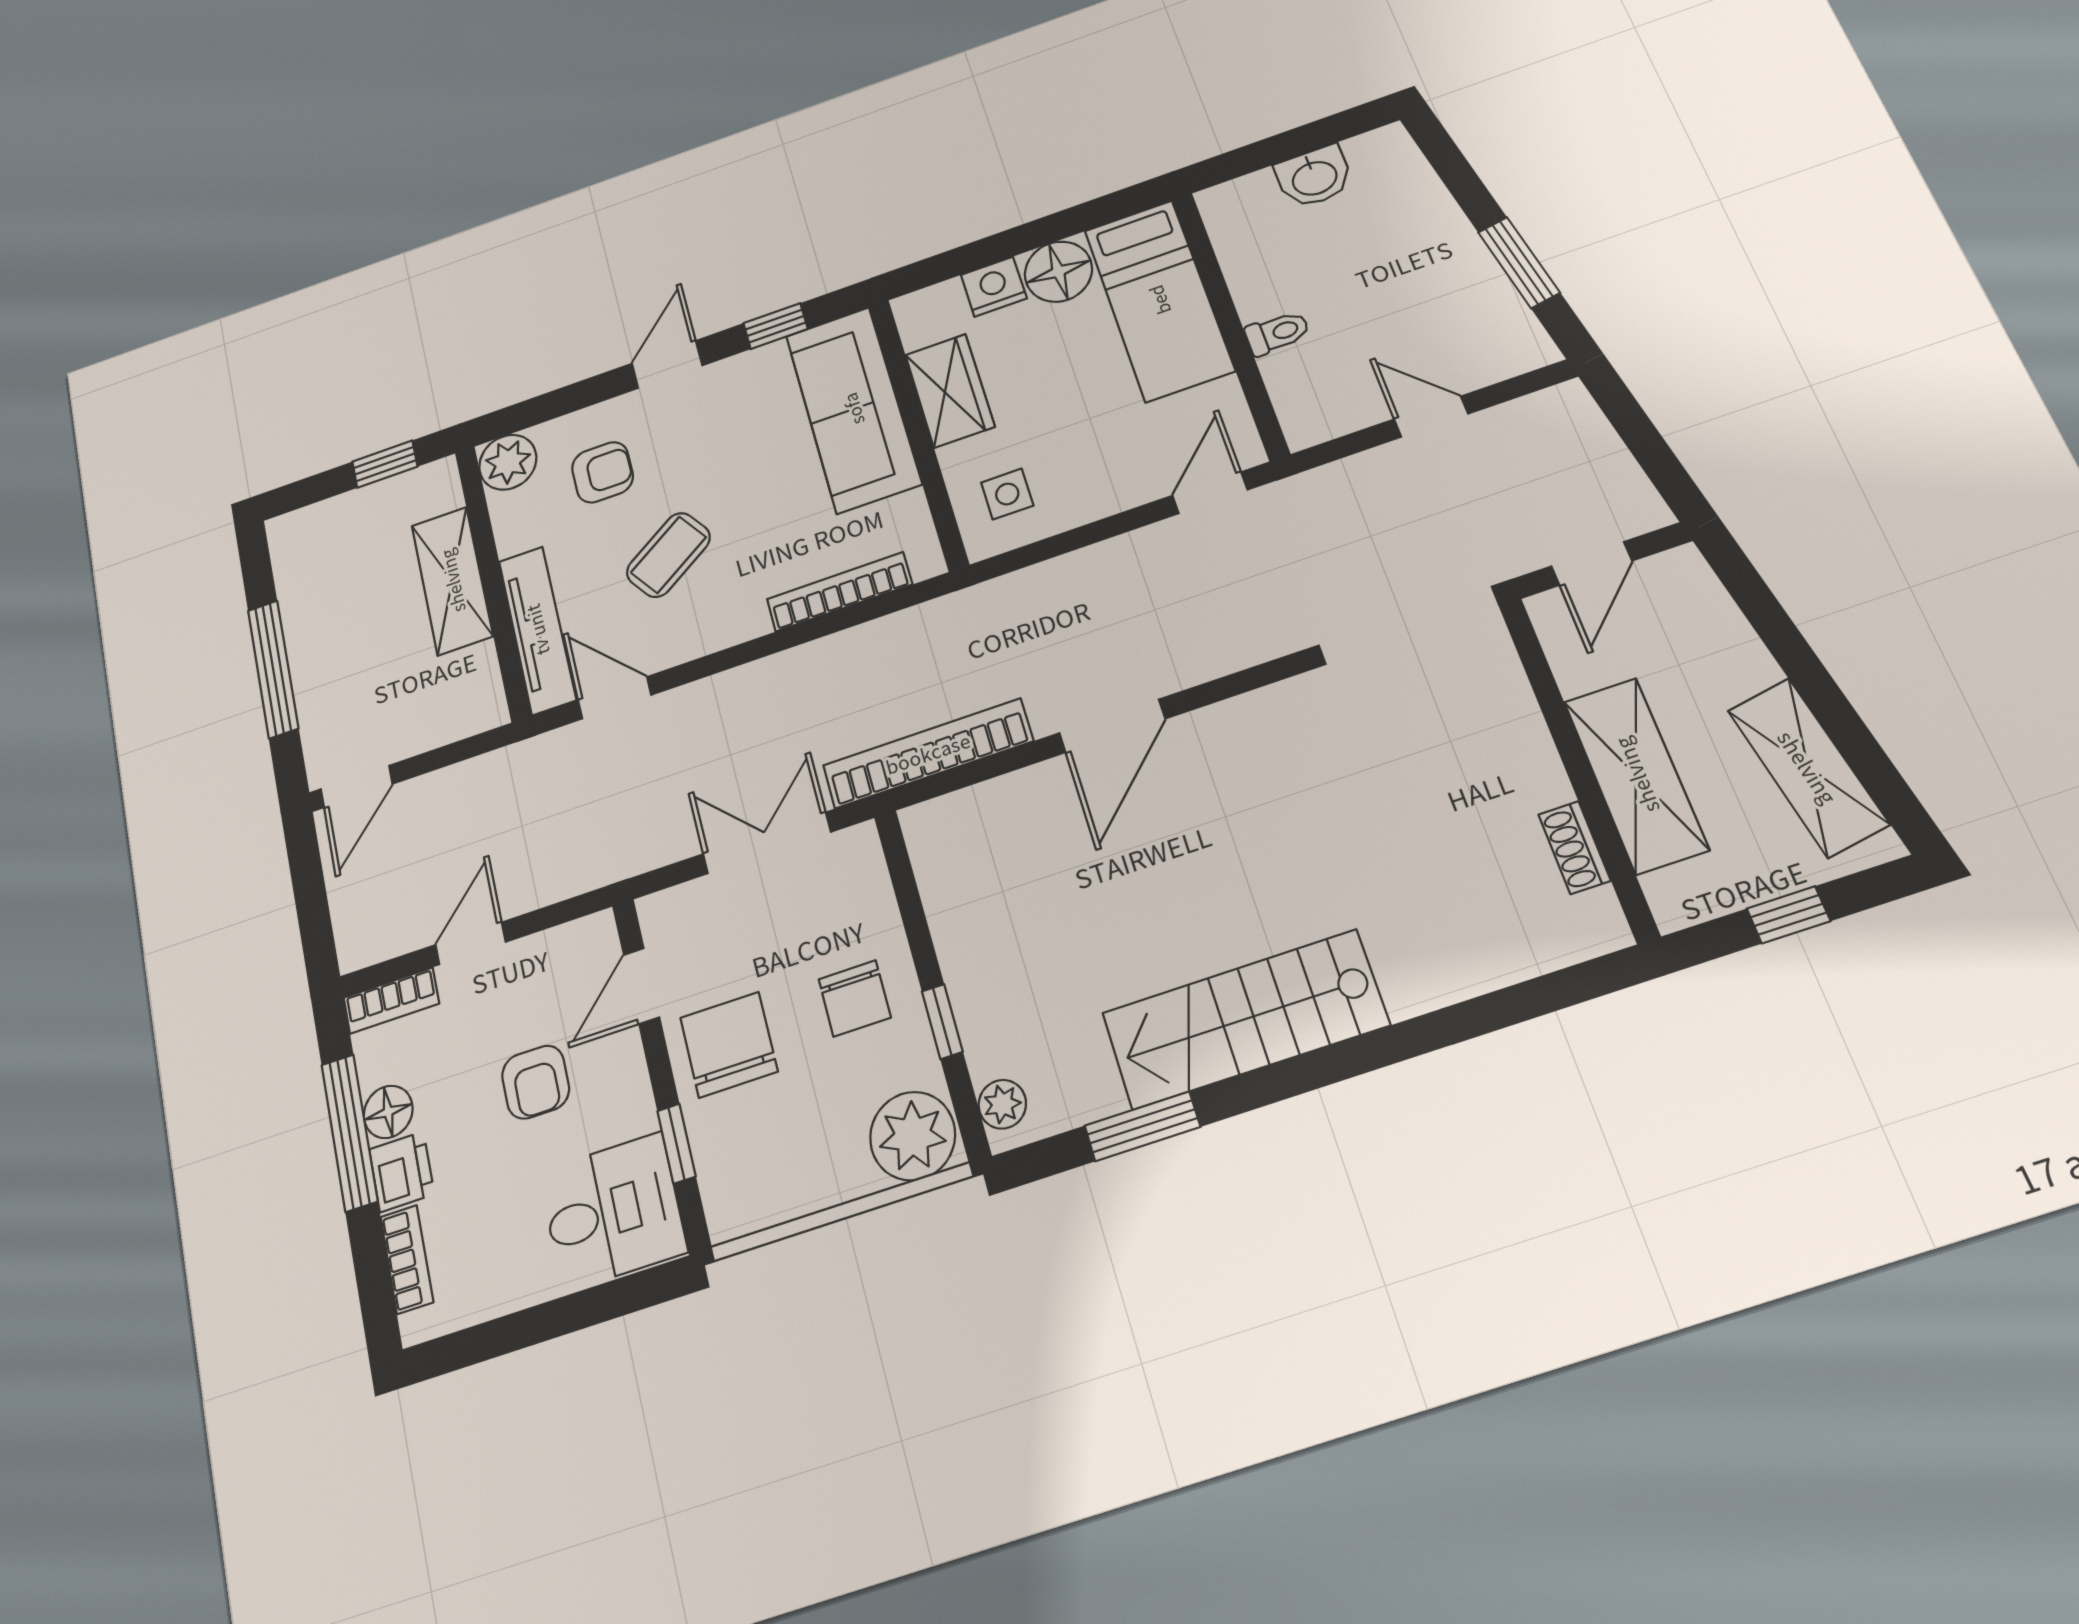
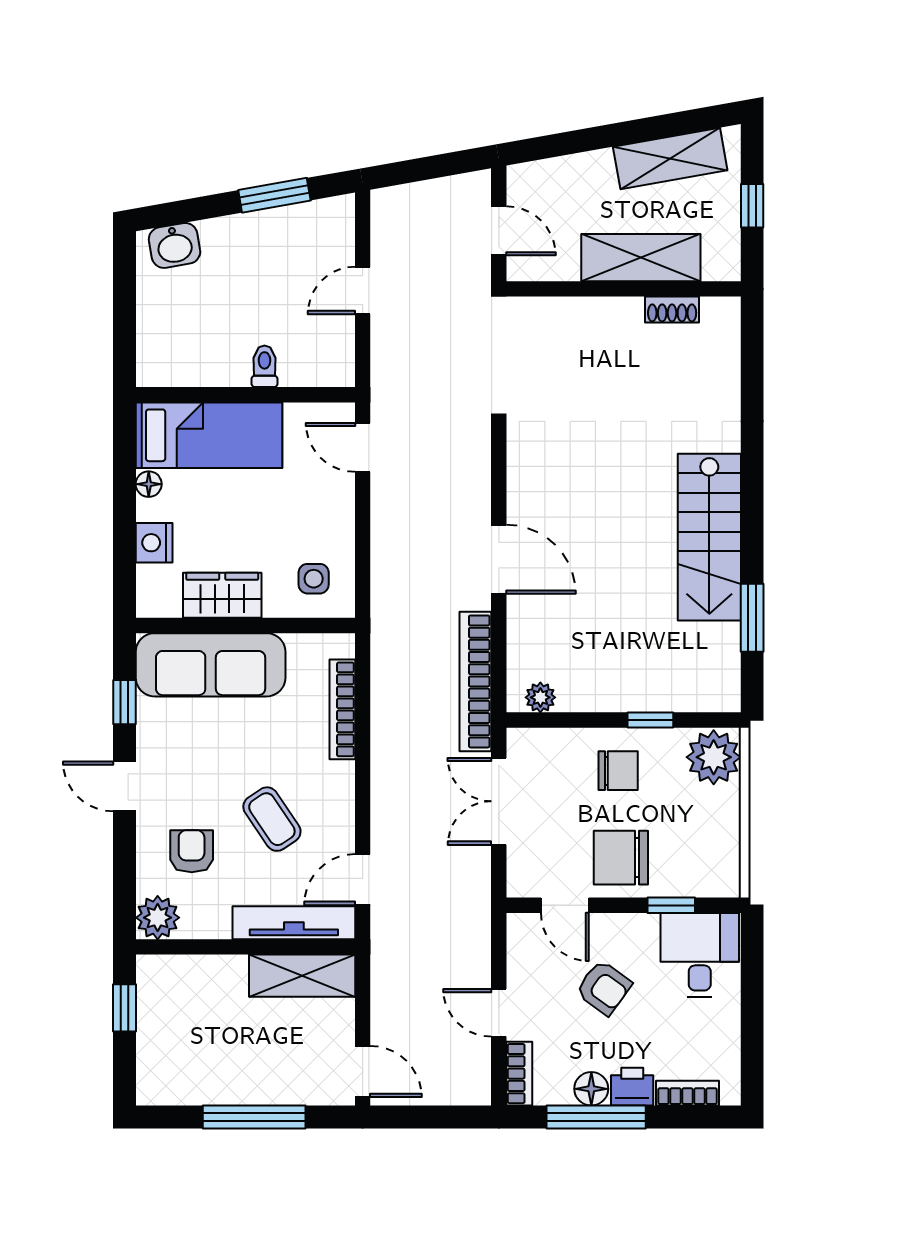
washbasin: (1314, 177) -> (175, 245), moved, turned 80
floor lamp: (1058, 272) -> (149, 484), width x0.53, depth x0.53
shelving: (452, 581) -> (302, 976), moved
armchair: (536, 1082) -> (604, 988), turned 36
plant: (1002, 1104) -> (540, 697), moved

